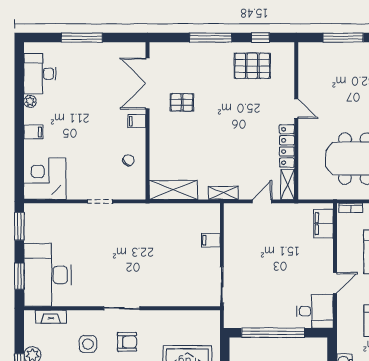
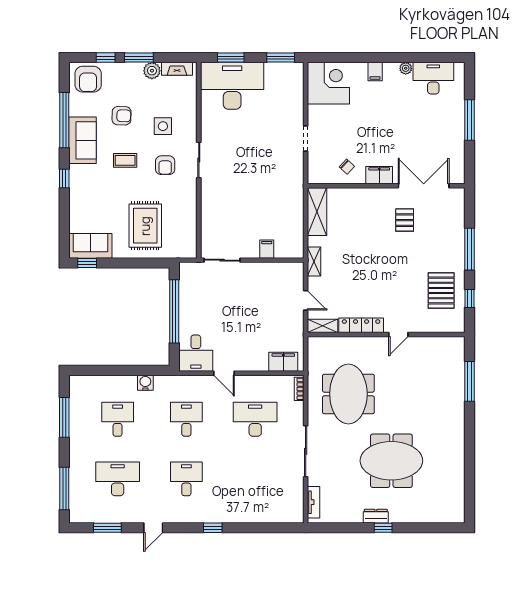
filing cabinet: (137, 121) -> (379, 175), width x2.00
fireplace: (51, 317) -> (177, 69), moved, turned -90

